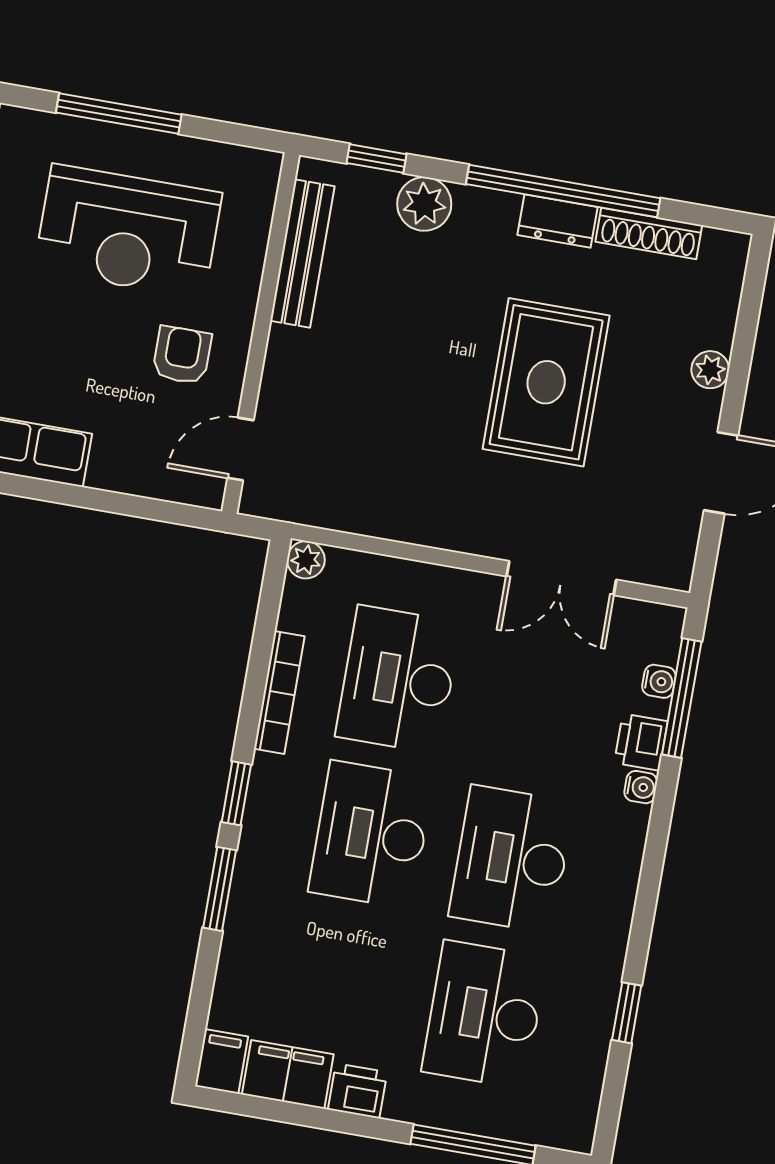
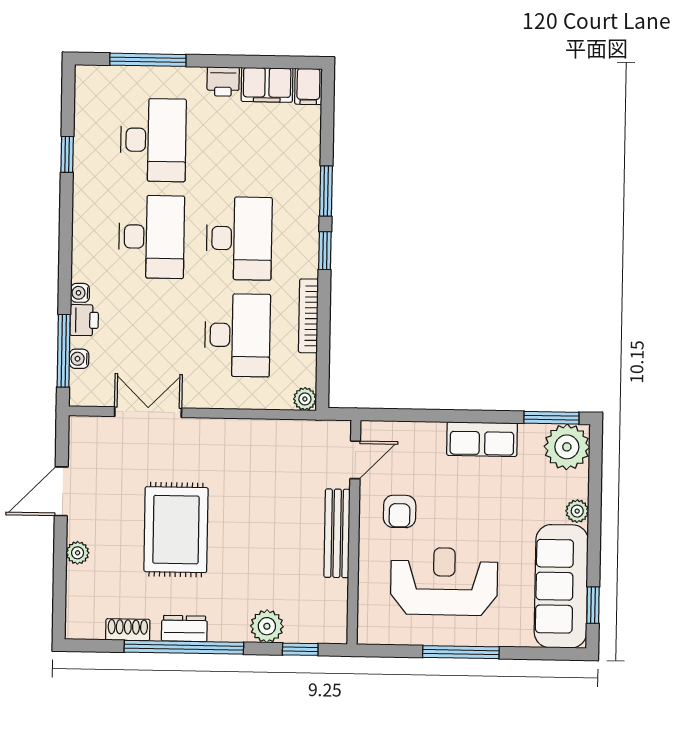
shoe rack: (649, 233) -> (128, 630), width x0.70
bench: (302, 254) -> (337, 533), moved

